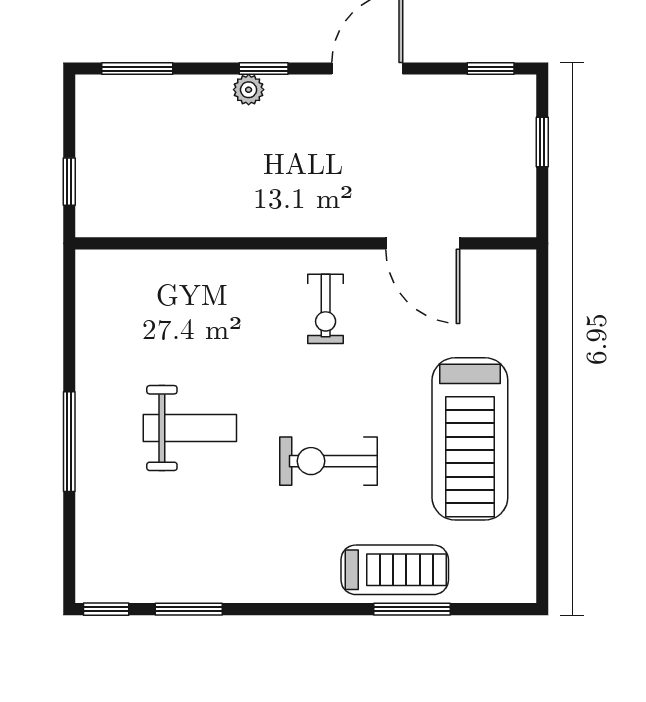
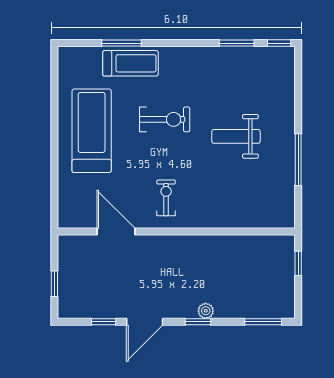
window: (491, 69) -> (104, 322), moved
window: (69, 442) -> (298, 160), moved
treadmill: (395, 570) -> (130, 63), turned 180

